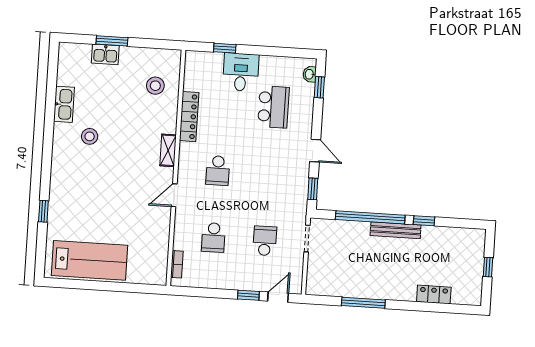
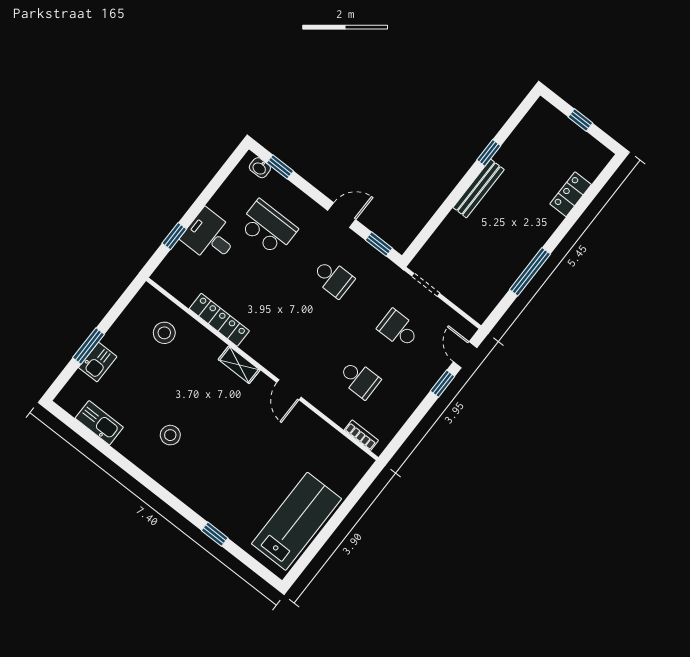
kitchen sink: (64, 104) -> (99, 423), moved
school desk: (218, 171) -> (333, 278), moved
window: (370, 217) -> (448, 205), removed

